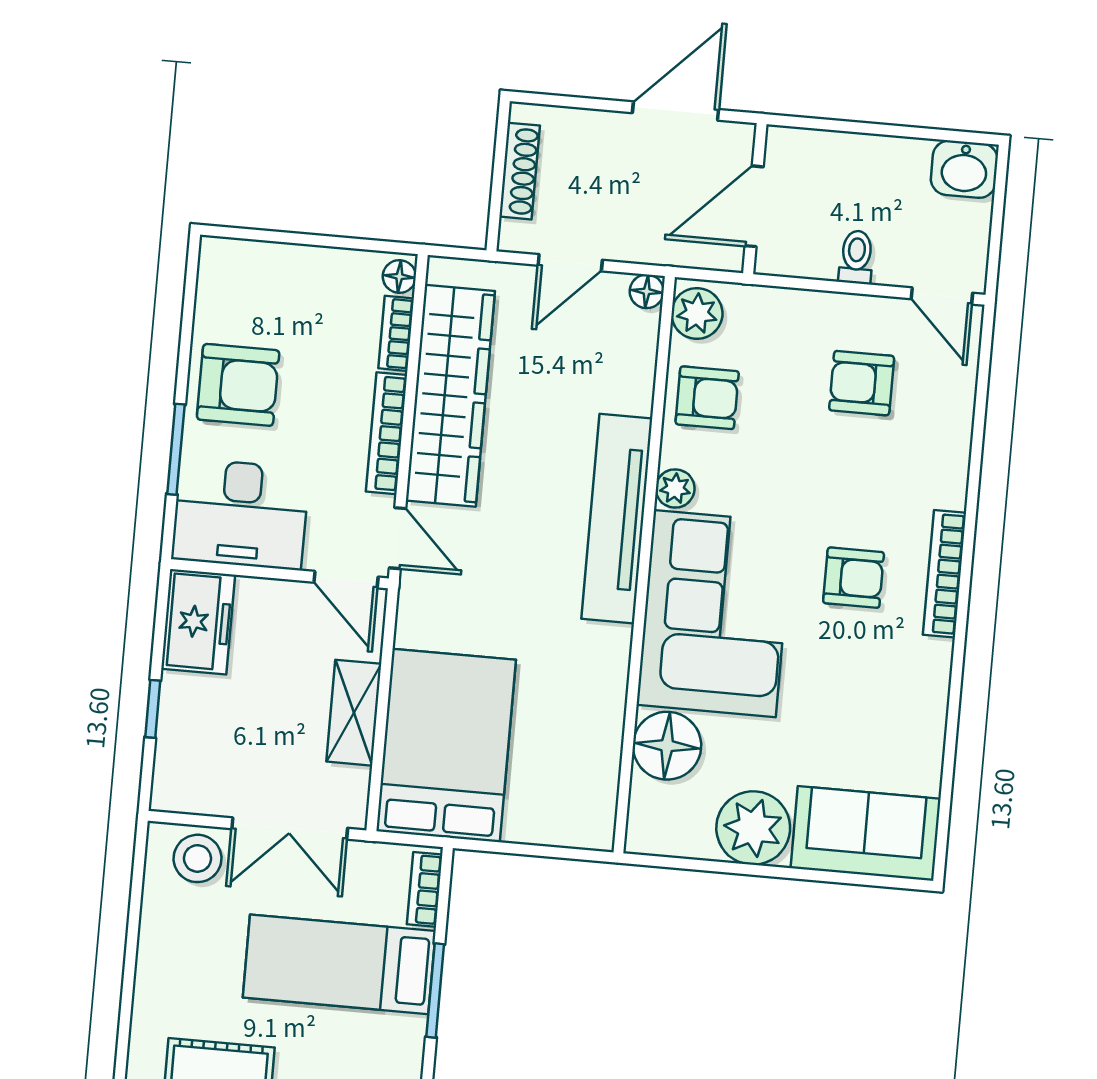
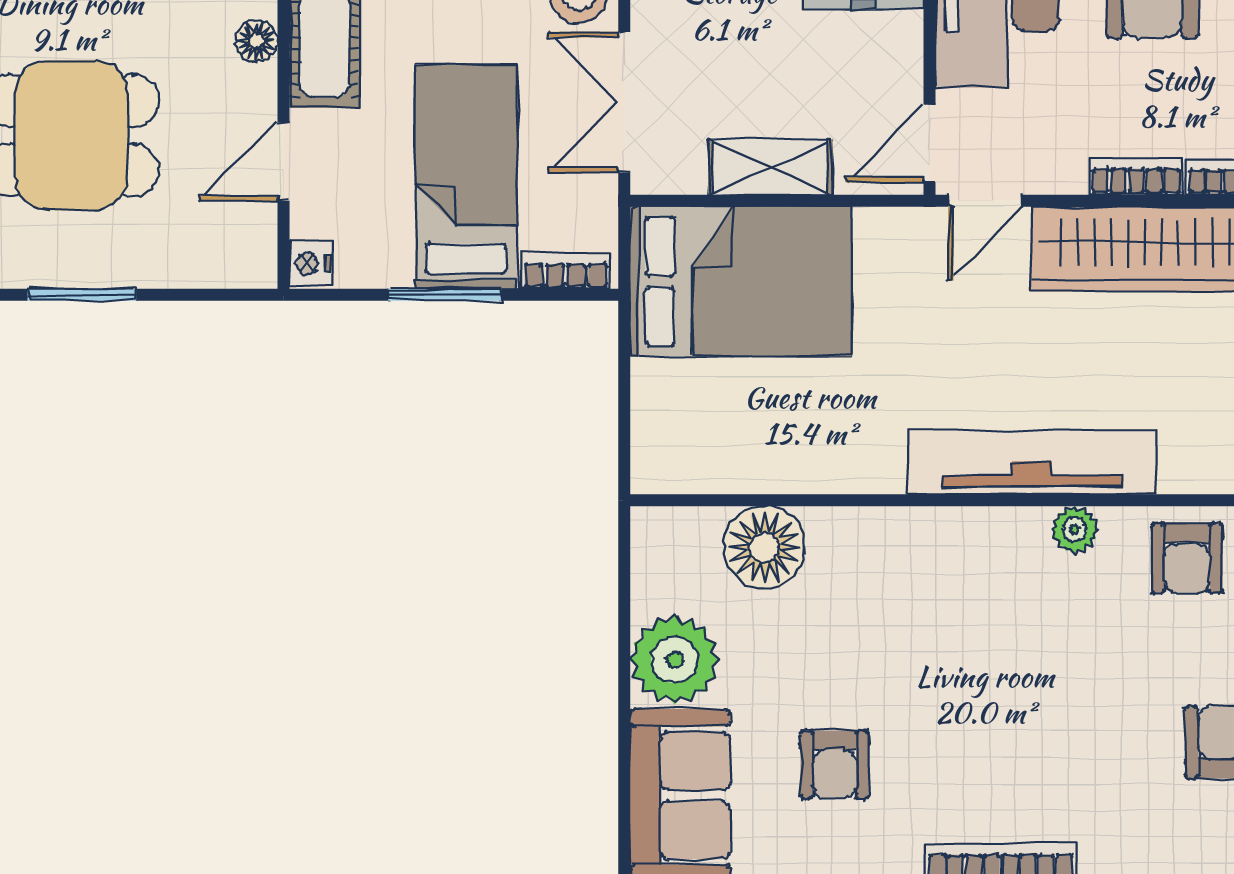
bookcase: (387, 433) -> (1136, 176), width x0.64
armchair: (854, 578) -> (835, 765), moved
corner sofa: (715, 614) -> (928, 590), removed

